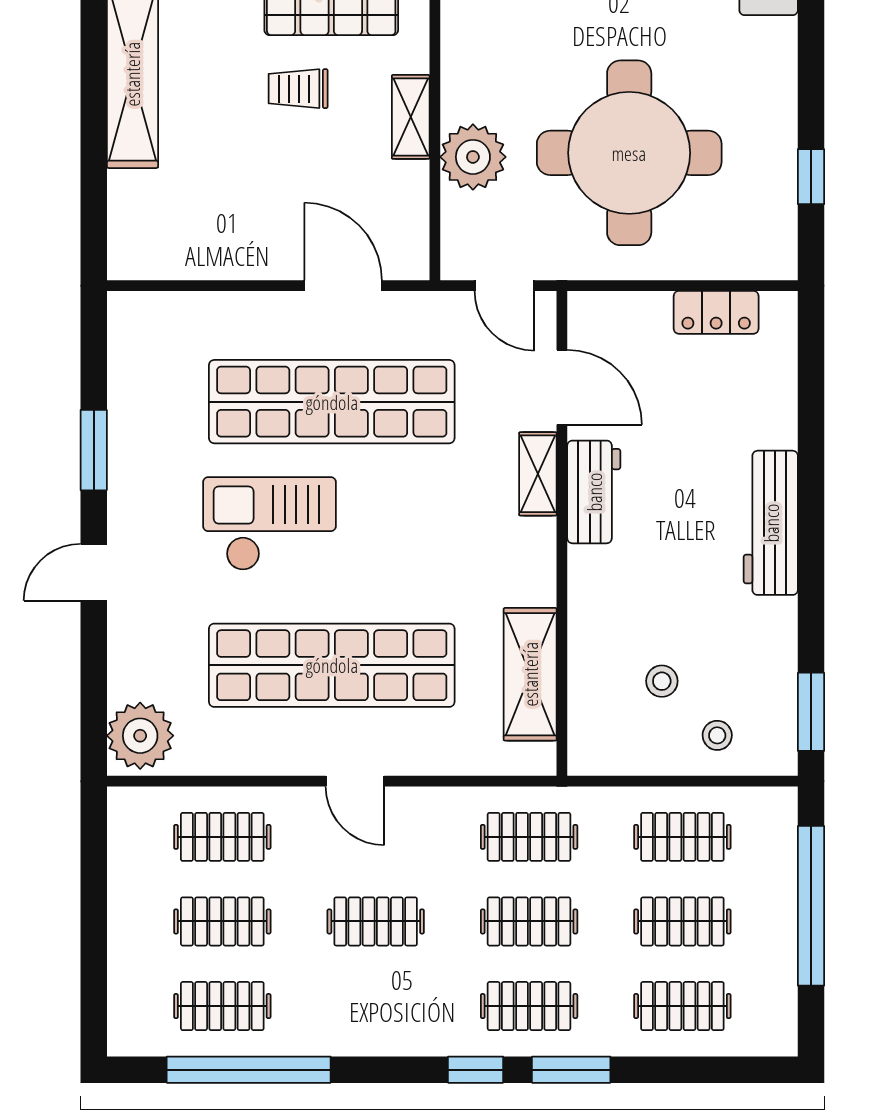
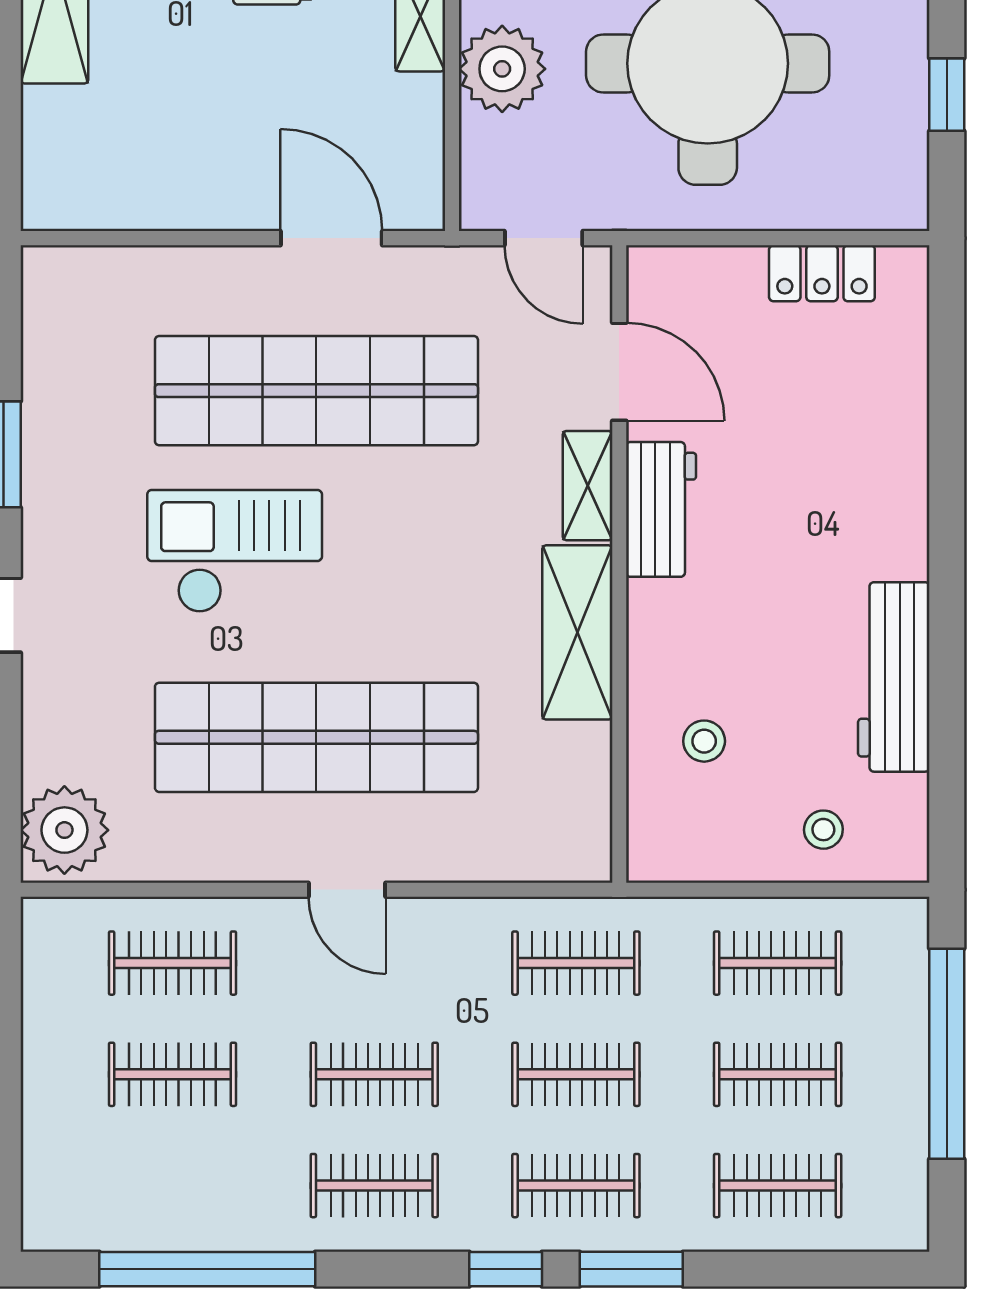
workbench: (771, 523) -> (894, 677), moved
shelving: (530, 674) -> (577, 632), moved
stool: (662, 681) -> (704, 741), moved
window: (811, 712) -> (947, 799), removed
clothes rail: (222, 1006) -> (374, 1186), moved

